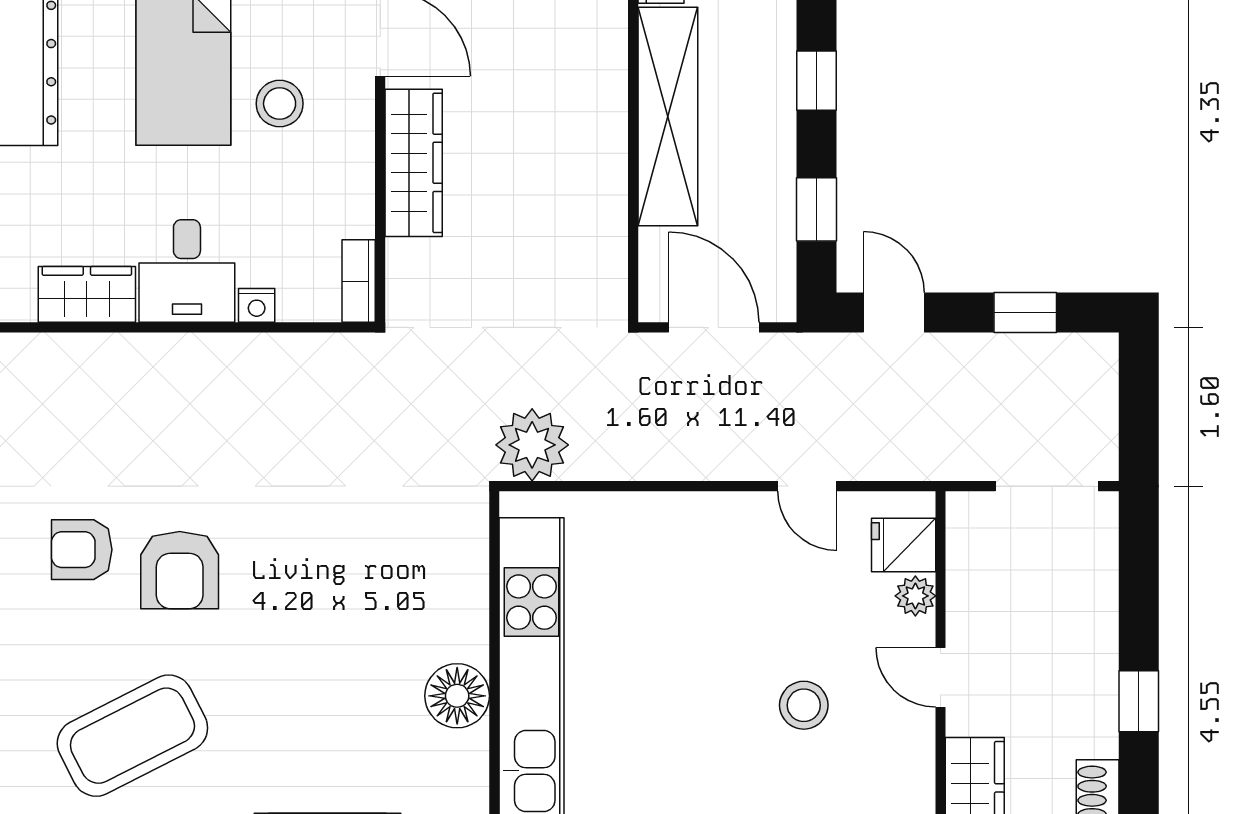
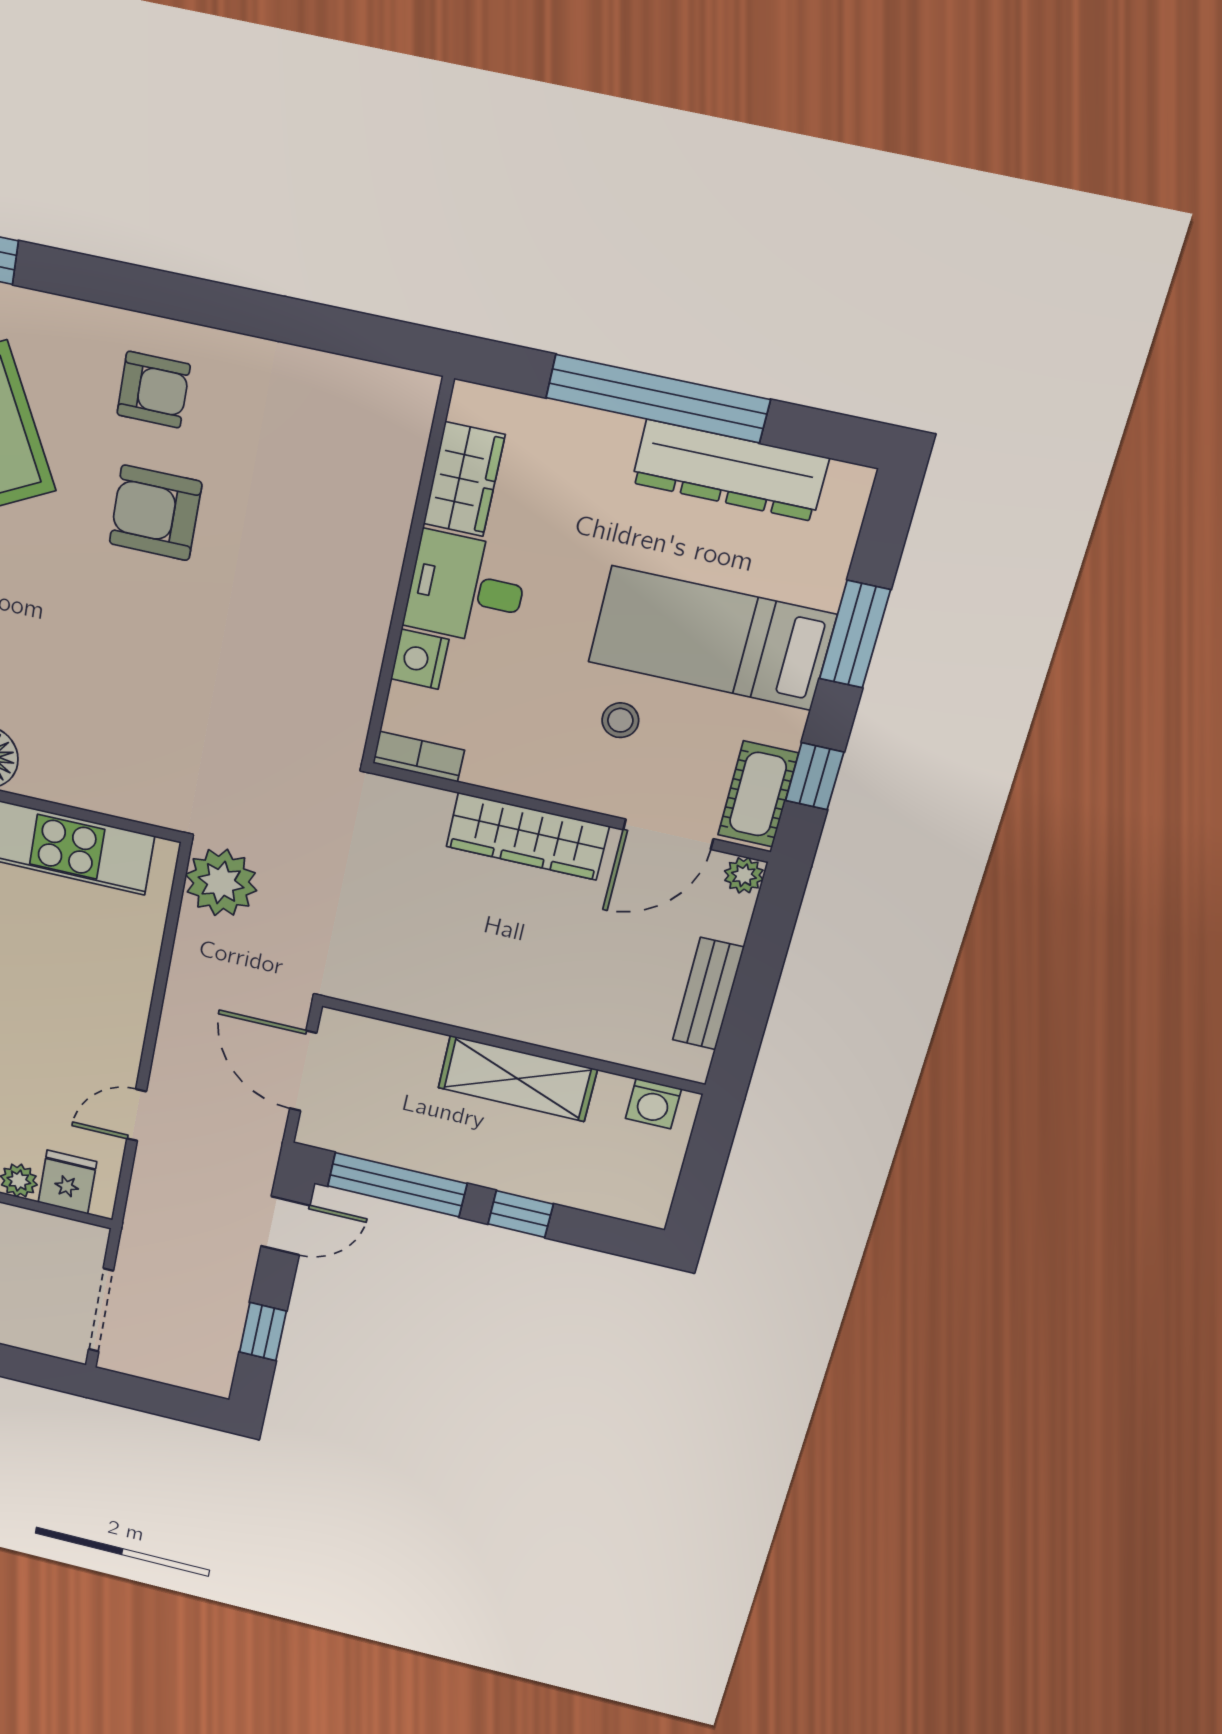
stool: (280, 104) -> (620, 720), width x0.73, depth x0.73
shelving: (668, 117) -> (517, 1079), width x0.68
window: (817, 209) -> (397, 1185), width x2.17
nightstand: (257, 305) -> (420, 659), width x1.39, depth x1.35
door: (714, 327) -> (303, 1071), swing flipped
armchair: (82, 550) -> (154, 390), moved, turned 90

